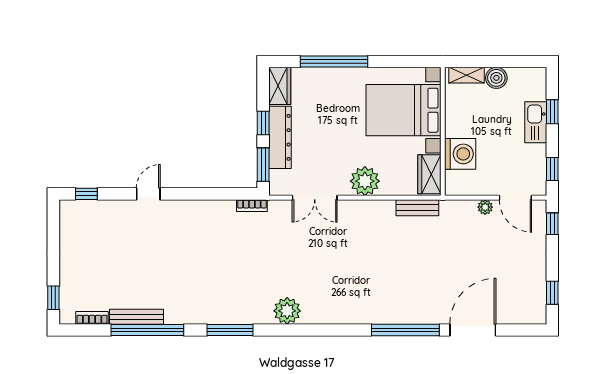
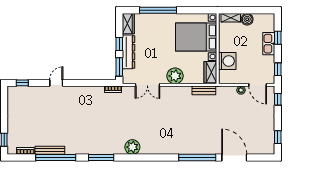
door: (473, 330) -> (234, 158), hinge flipped

